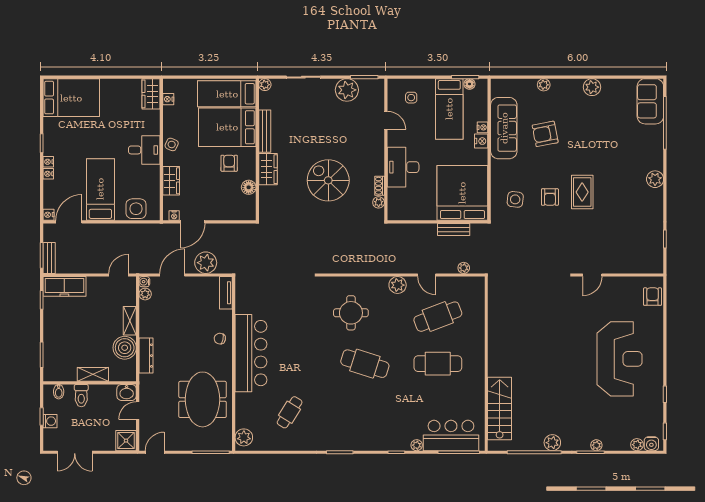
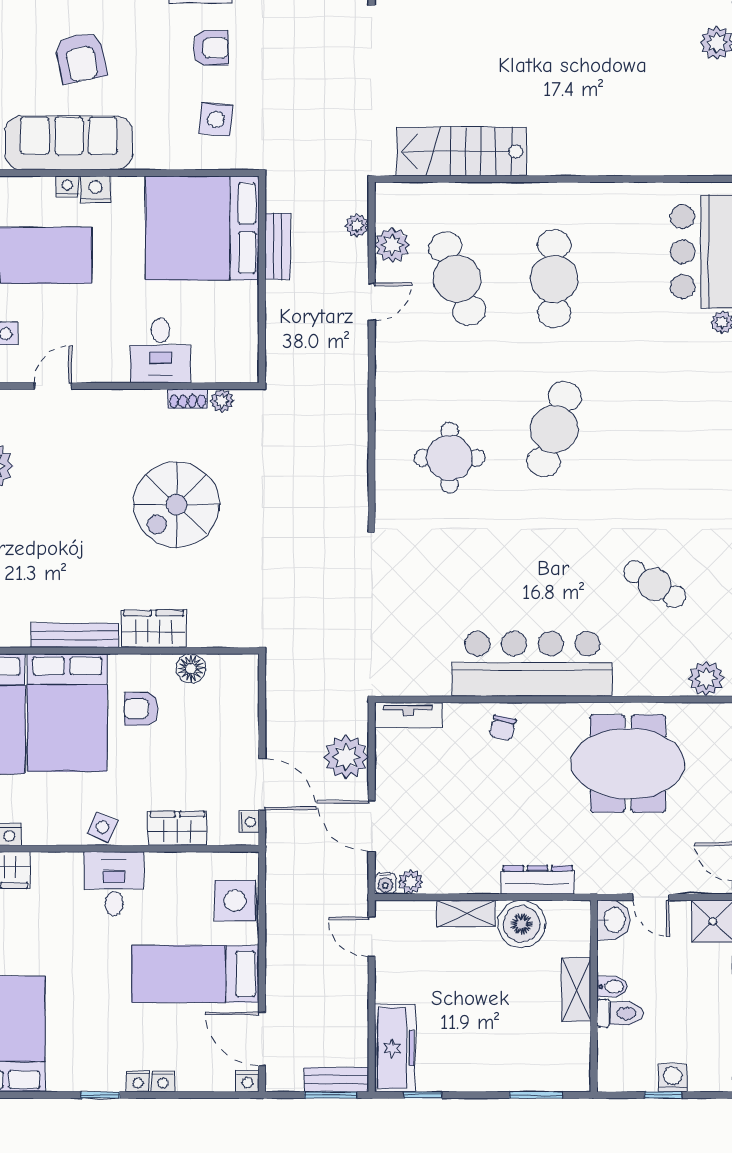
desk: (403, 167) -> (160, 350), width x0.73
plant: (398, 285) -> (392, 245), moved
bidet: (59, 392) -> (612, 987), moved
stairs: (500, 408) -> (461, 151), moved

